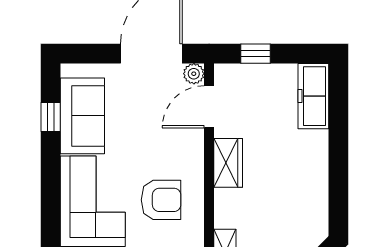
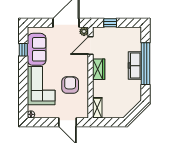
freezer: (313, 96) -> (135, 66), moved
window: (338, 150) -> (145, 64), added
armchair: (161, 200) -> (70, 85), turned -90

